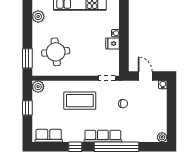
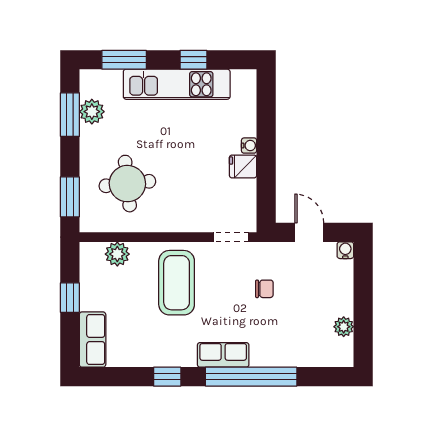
window: (27, 18) -> (70, 115), added
plant: (38, 87) -> (117, 254), moved
coffee table: (80, 101) -> (177, 283), turned 90
row of seats: (49, 136) -> (93, 340), moved, turned 90
row of seats: (103, 136) -> (223, 355), width x0.68
plant: (162, 137) -> (344, 327), moved

